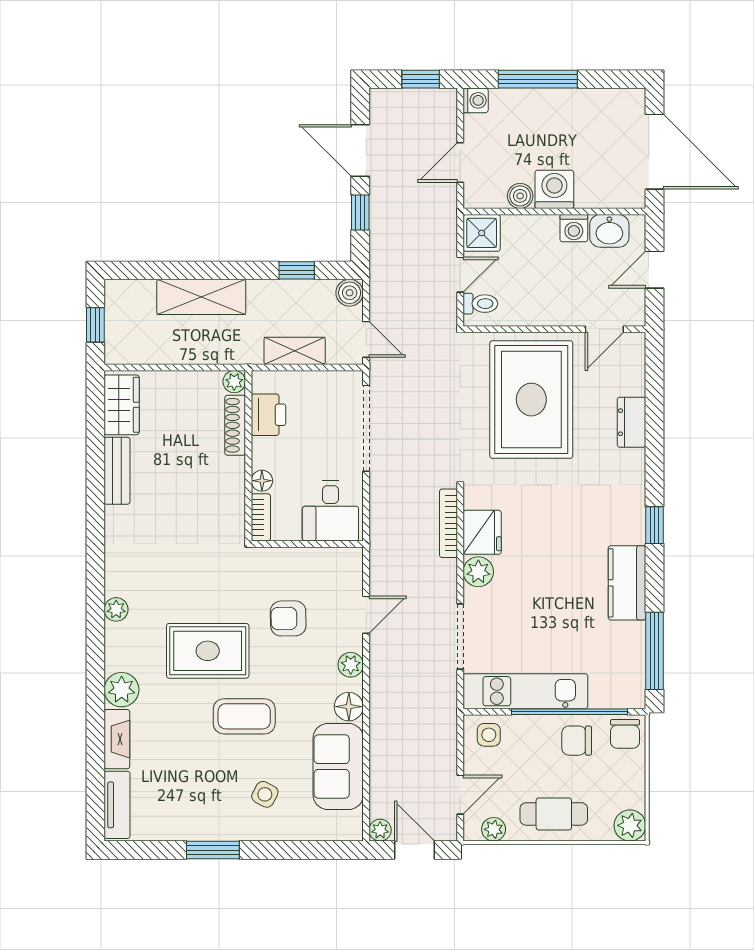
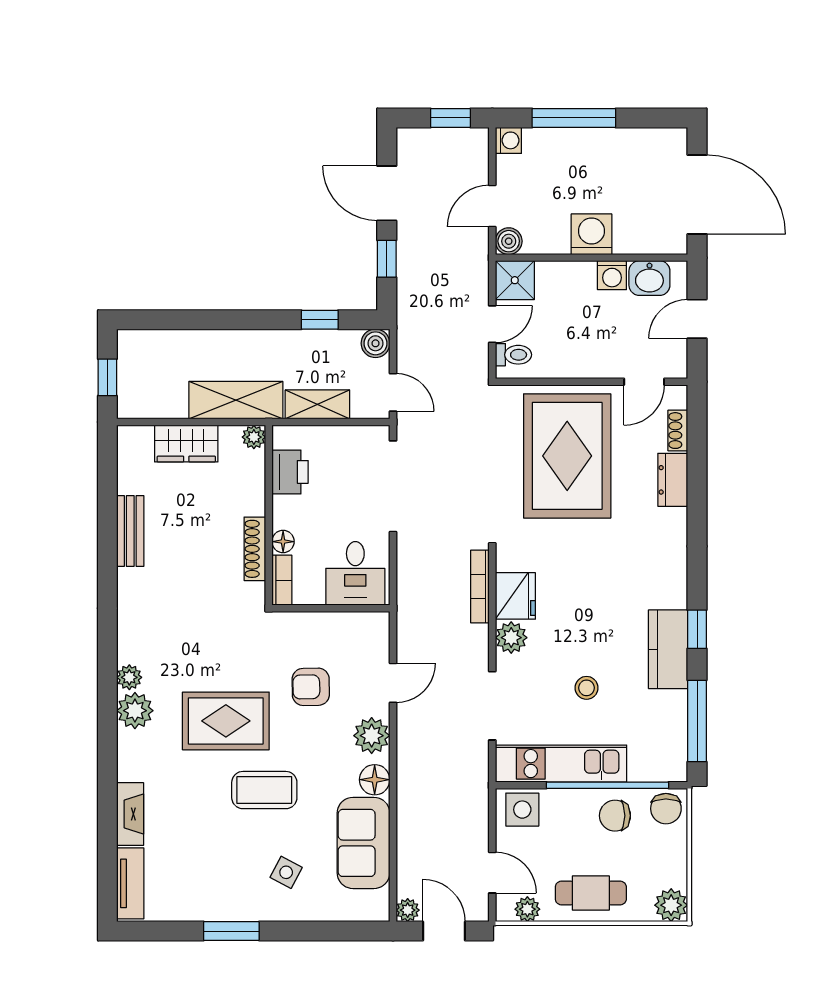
boiler: (520, 196) -> (509, 241), moved
shelving: (201, 297) -> (236, 400), moved
shoe rack: (636, 375) -> (678, 431), added
wardrobe: (122, 405) -> (186, 444), moved, turned 90
shoe rack: (235, 425) -> (255, 549), moved
window: (654, 525) -> (697, 629), moved
stool: (550, 619) -> (587, 688), added
plant: (351, 665) -> (372, 736), width x1.38, depth x1.38
plant: (122, 690) -> (135, 711), moved
side table: (489, 735) -> (522, 810), width x1.37, depth x1.37
door: (460, 795) -> (492, 873), hinge flipped

